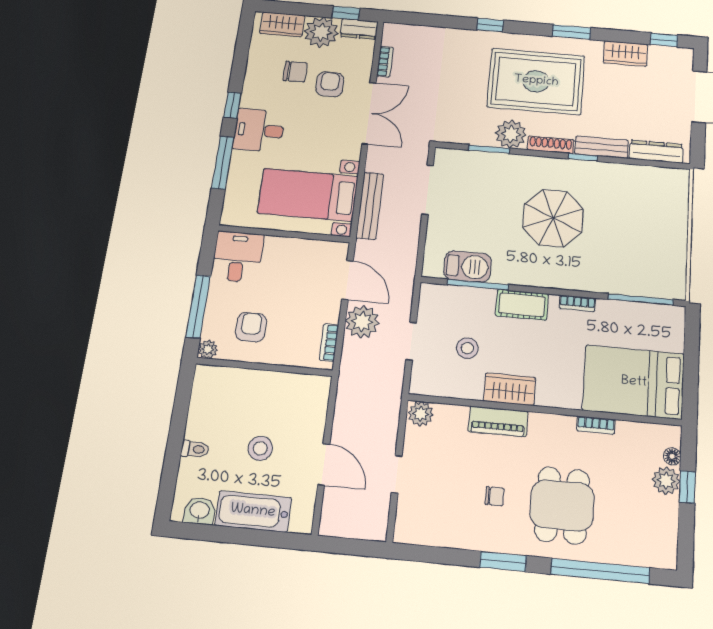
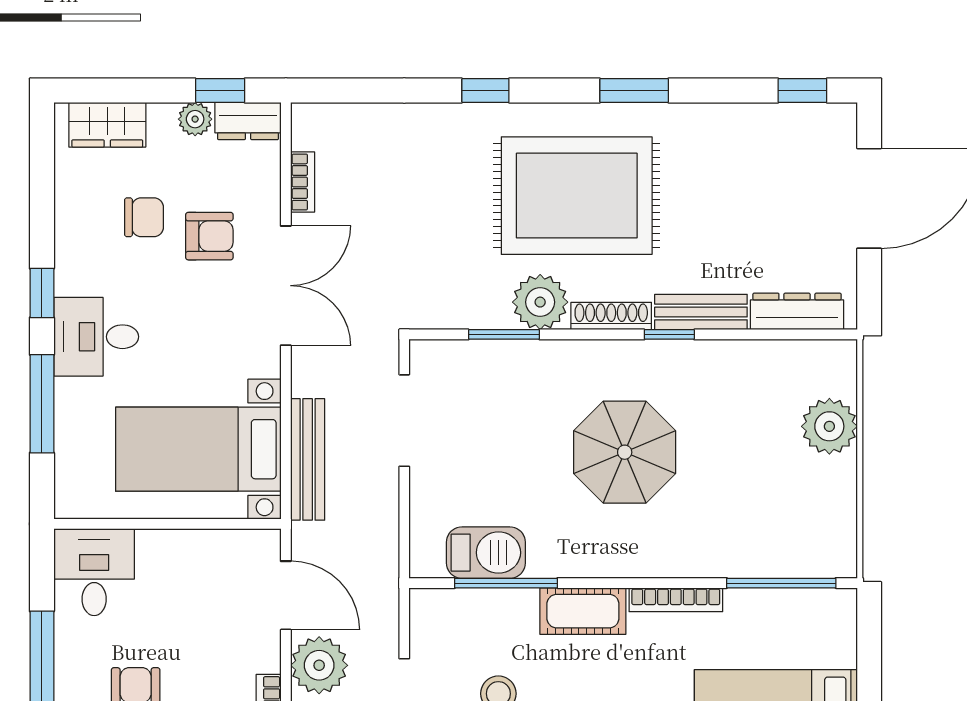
plant: (321, 32) -> (195, 119), width x0.53, depth x0.53
wardrobe: (625, 54) -> (734, 125), removed
armchair: (330, 84) -> (209, 236), turned 90
plant: (672, 215) -> (829, 426), added
bookcase: (577, 303) -> (676, 600), width x1.56

